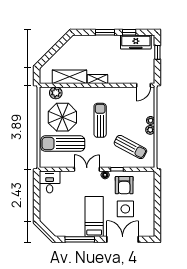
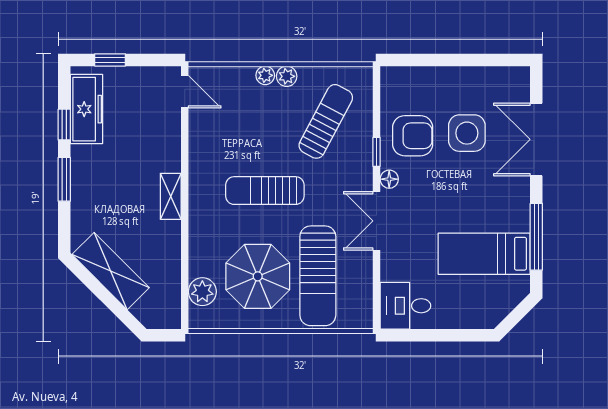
shelving: (69, 77) -> (111, 271), moved, turned -45
bed: (94, 216) -> (484, 254), moved

